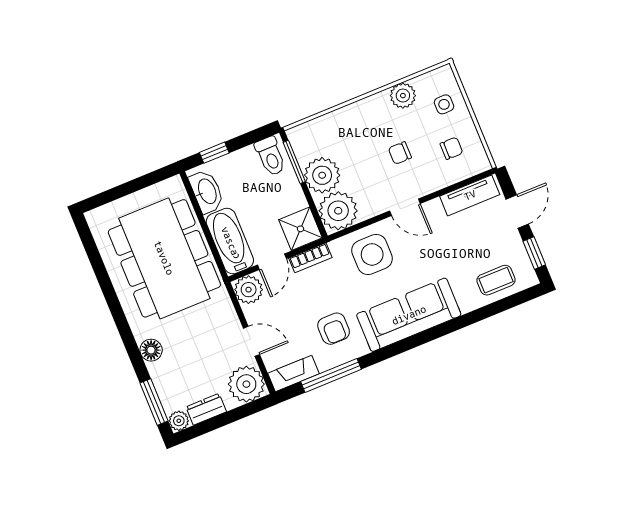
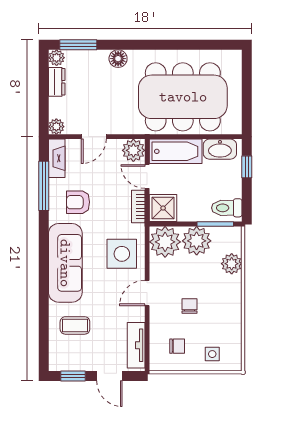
plant: (403, 96) -> (232, 264), moved
chair: (451, 148) -> (177, 346), turned -90
coffee table: (496, 280) -> (75, 325), moved, turned 90
plant: (246, 384) -> (56, 127), width x0.53, depth x0.53

